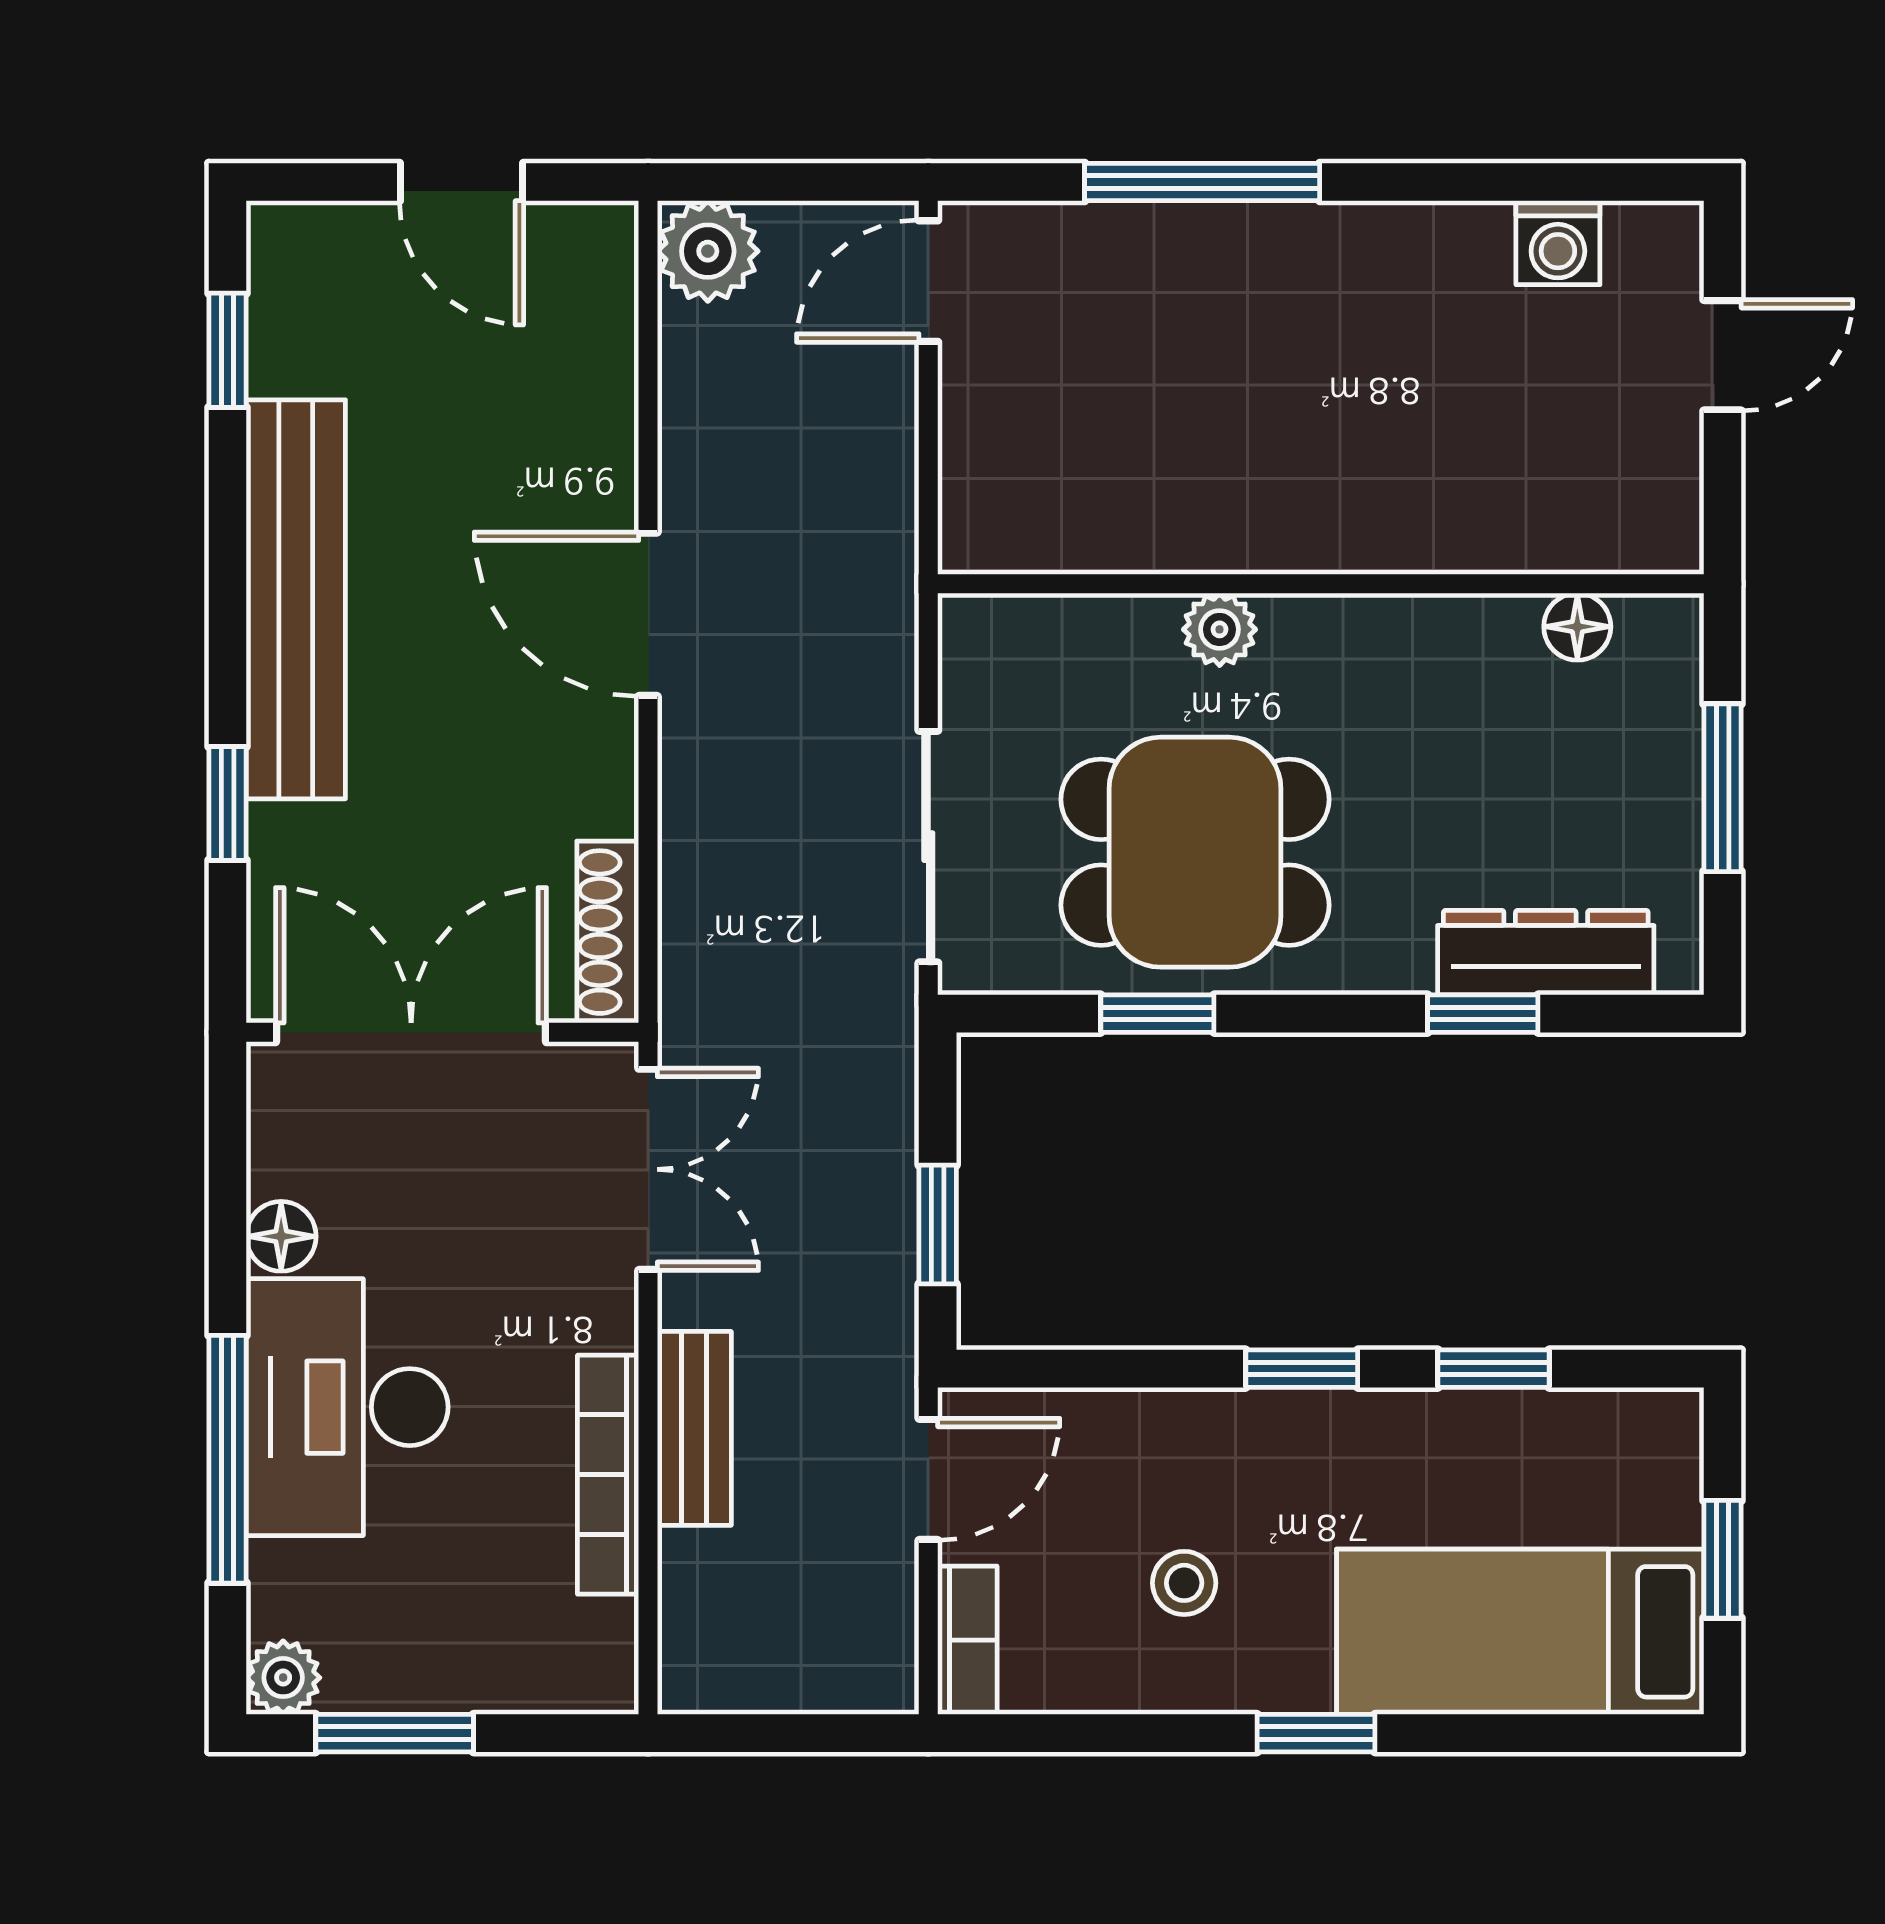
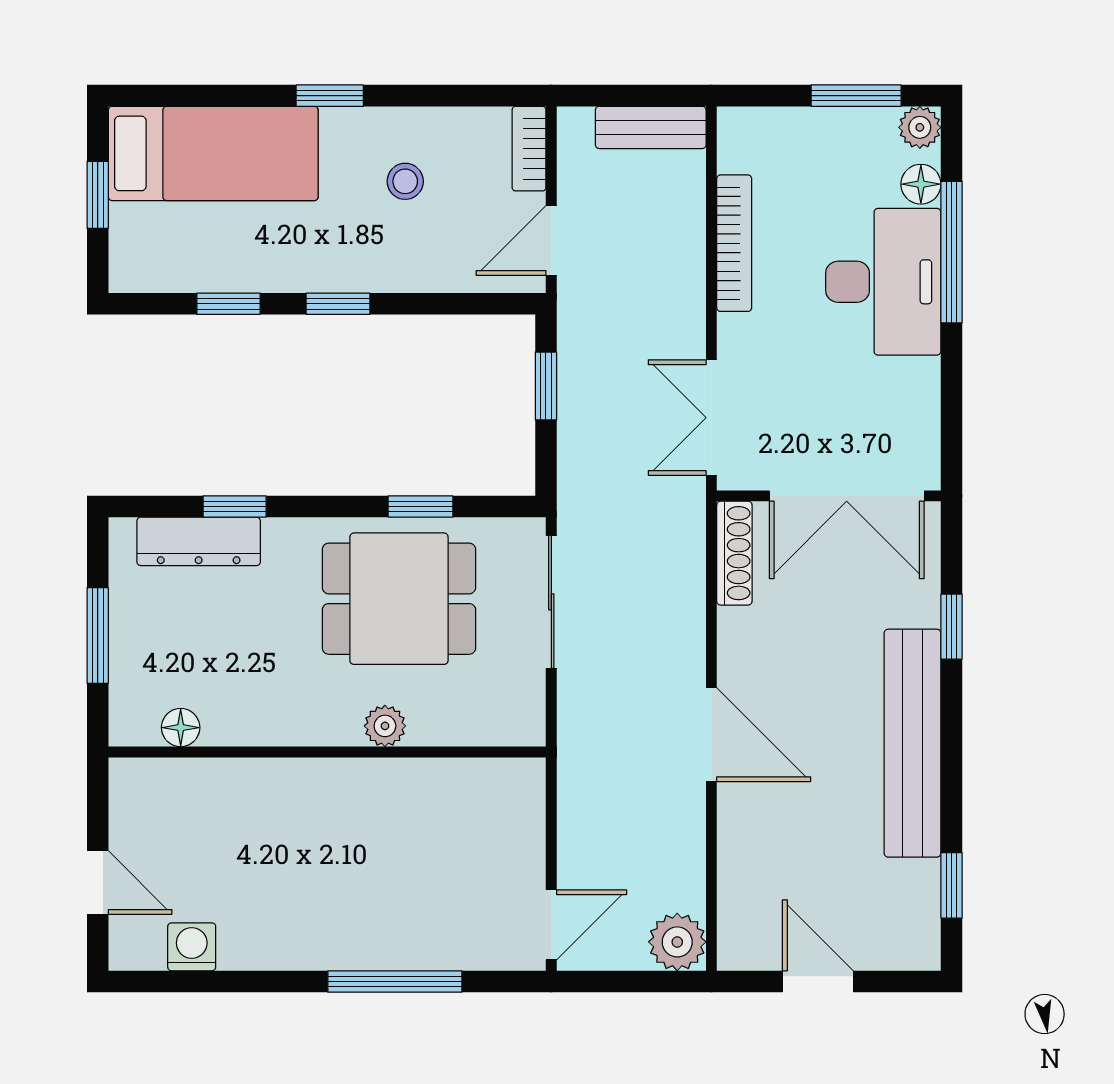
door: (1723, 355) -> (98, 882), swing flipped
floor lamp: (281, 1236) -> (921, 184), moved
bench: (694, 1428) -> (651, 127), moved, turned 90

